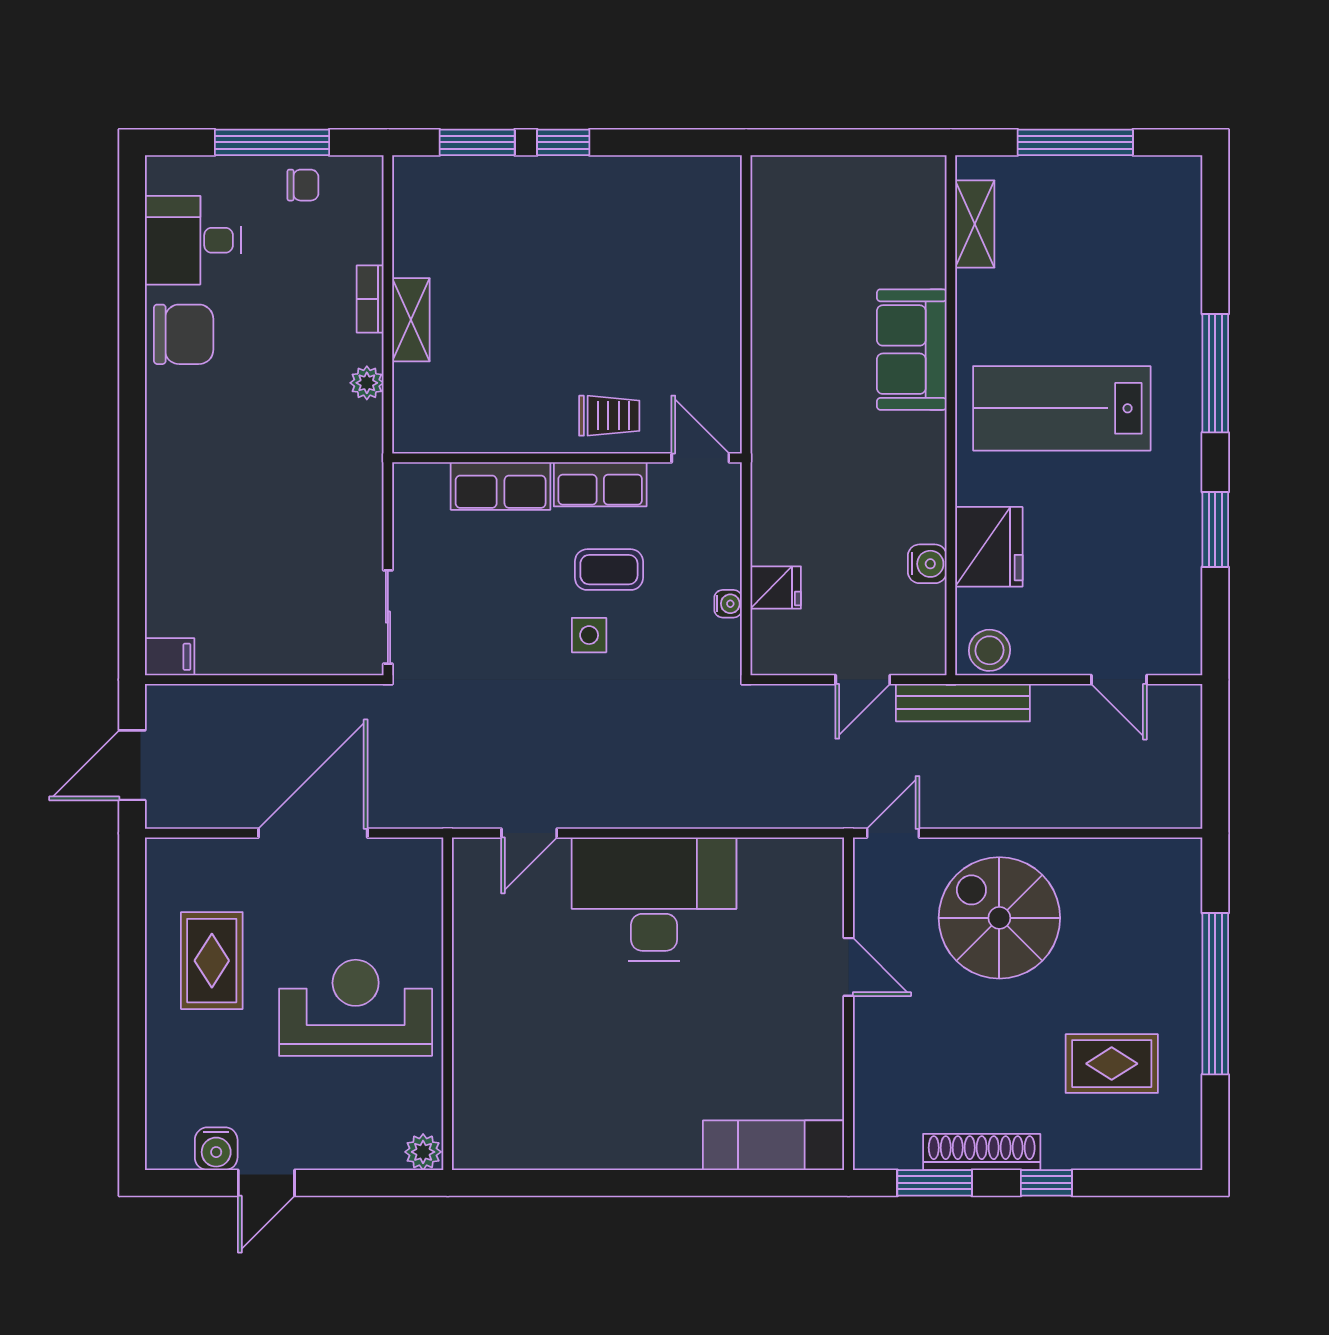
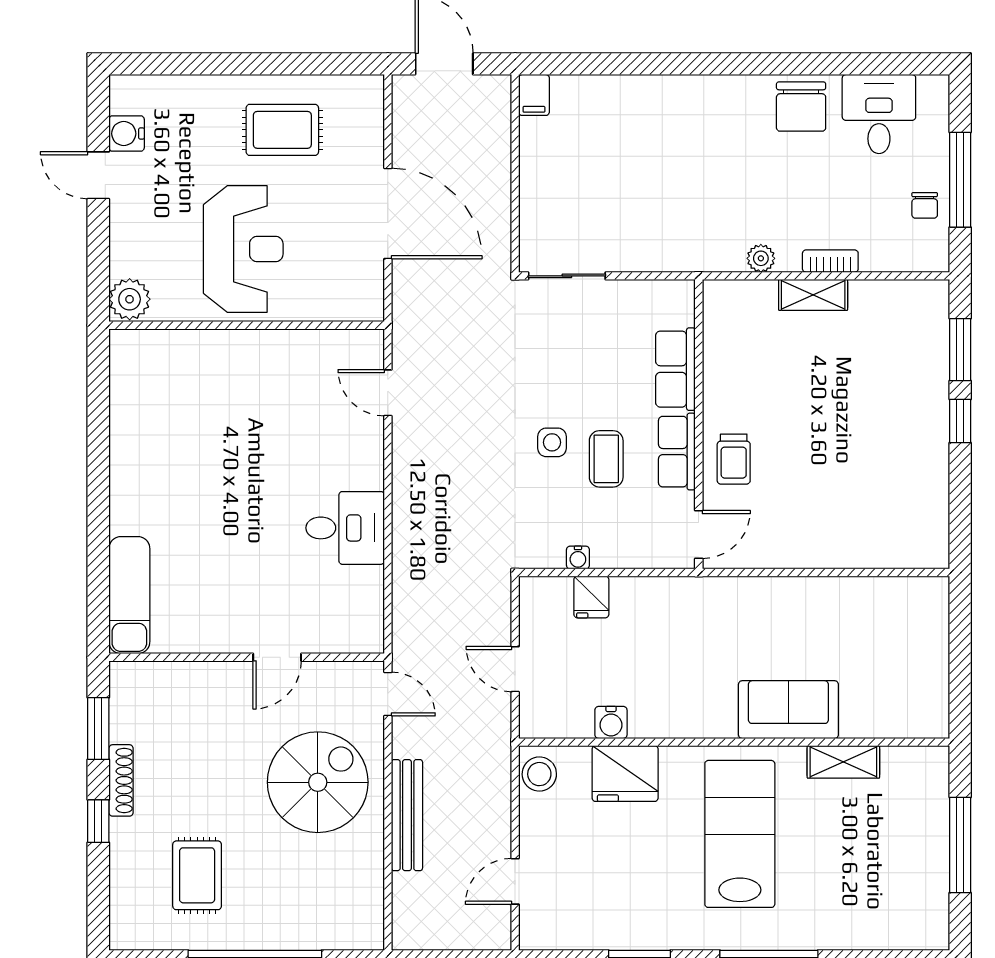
shelving: (975, 224) -> (843, 762), moved
bench: (963, 703) -> (407, 815), moved
desk: (654, 899) -> (345, 528), width x0.53, depth x0.77
plant: (423, 1152) -> (130, 299), width x1.38, depth x1.38
shoe rack: (982, 1152) -> (121, 780), width x0.74, depth x0.81

